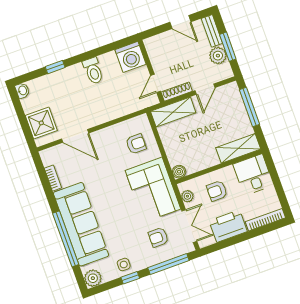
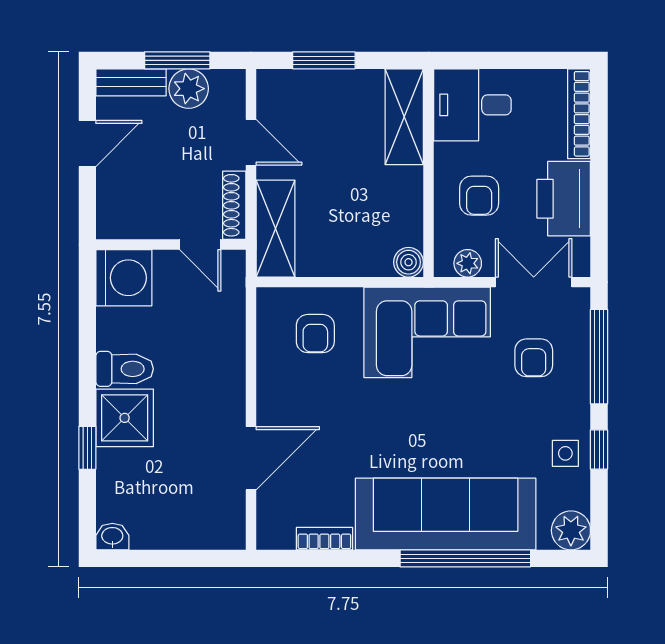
window: (250, 107) -> (324, 60), width x0.69
shower: (41, 123) -> (125, 418), moved
armchair: (136, 144) -> (315, 334), turned 180

